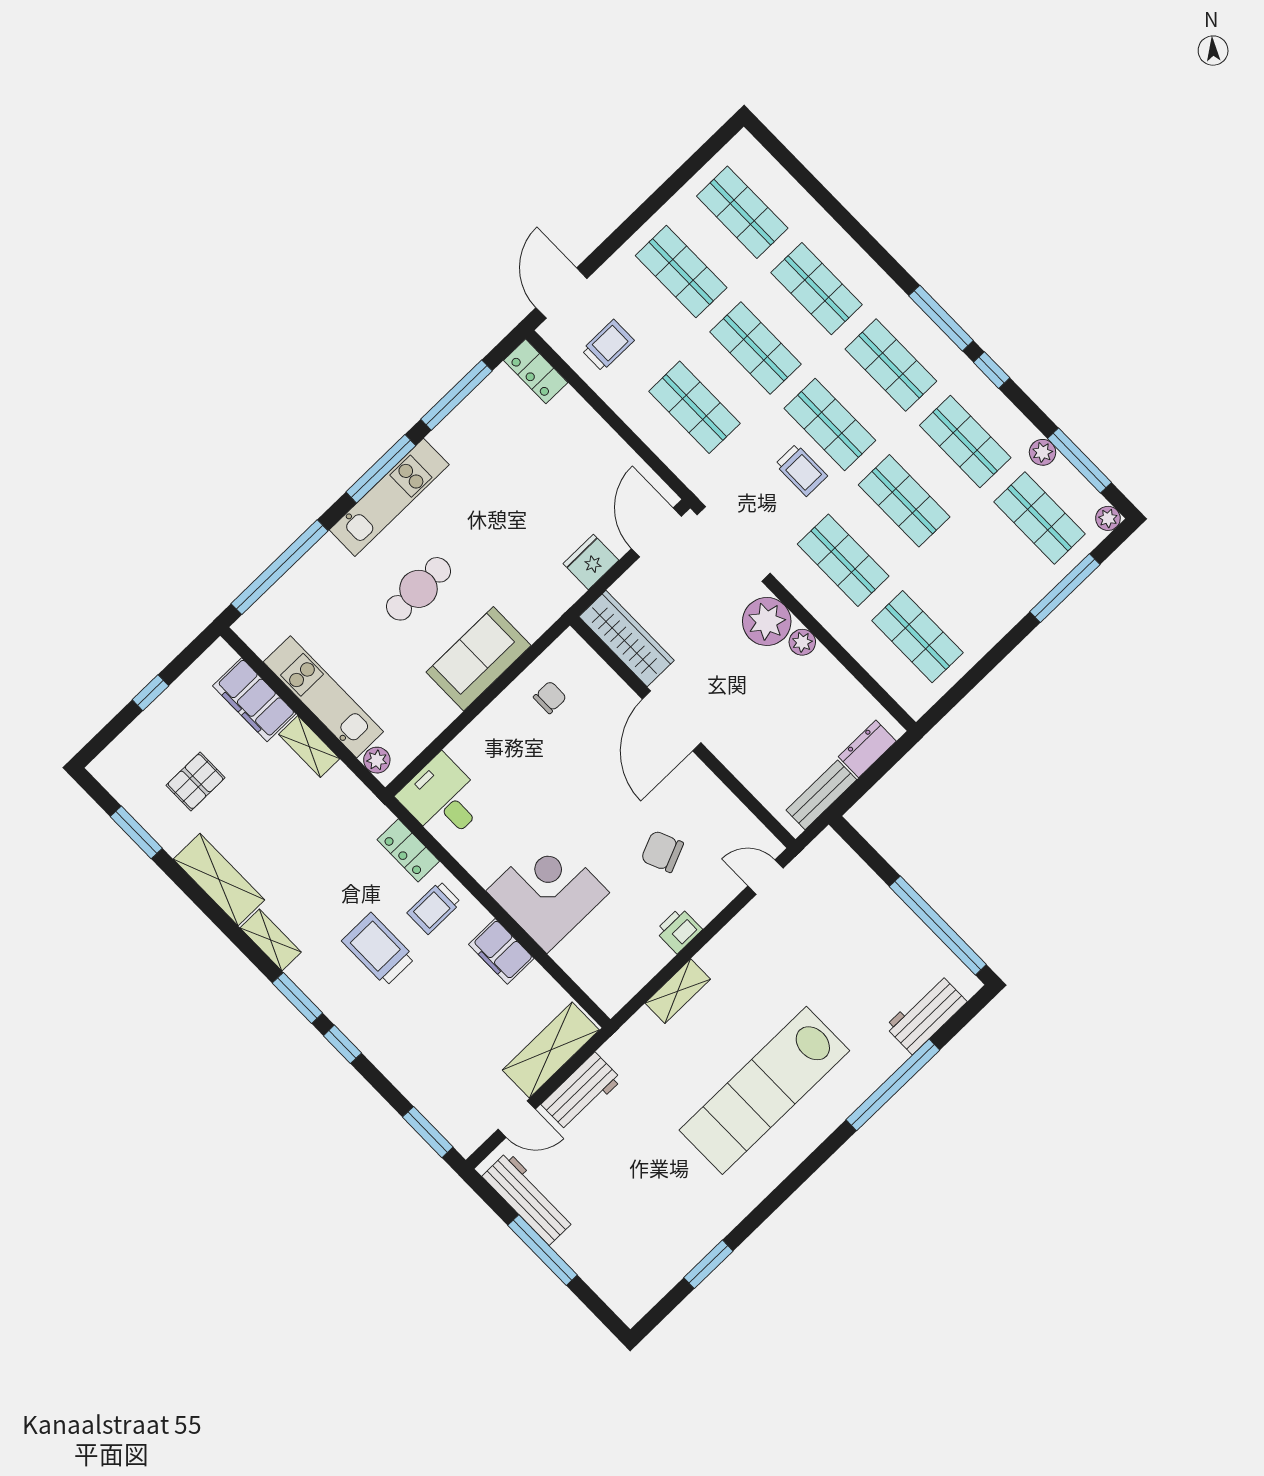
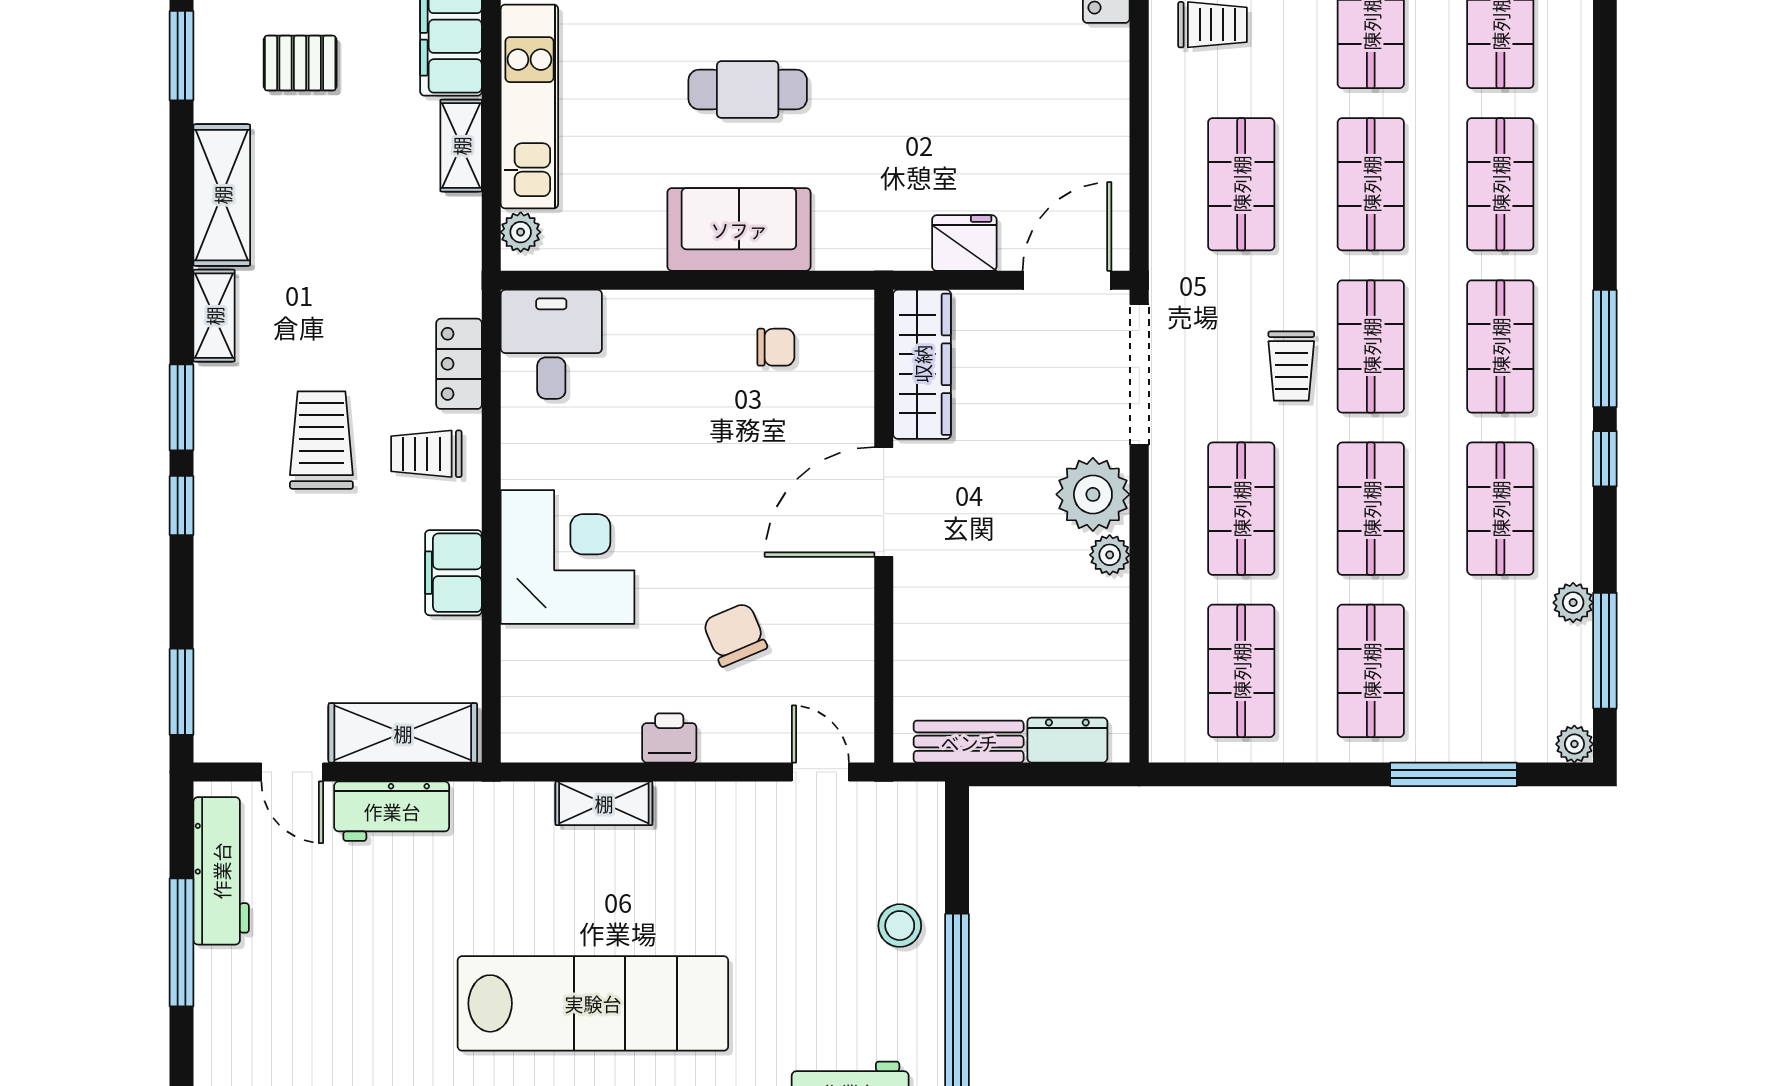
shop shelf: (1040, 518) -> (1371, 671), moved
stool: (873, 913) -> (900, 926), added
lab bench: (764, 1090) -> (593, 1003), turned 180

